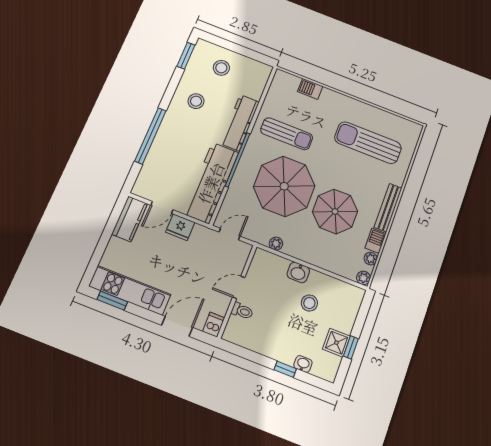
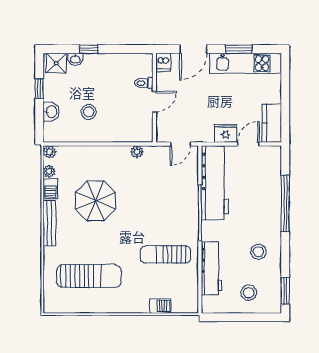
workbench: (240, 123) -> (211, 268), moved
parasol: (284, 186) -> (149, 205), removed
washbasin: (298, 272) -> (51, 112), moved, turned 90
window: (112, 301) -> (239, 49), moved
shower: (336, 343) -> (56, 63), moved

